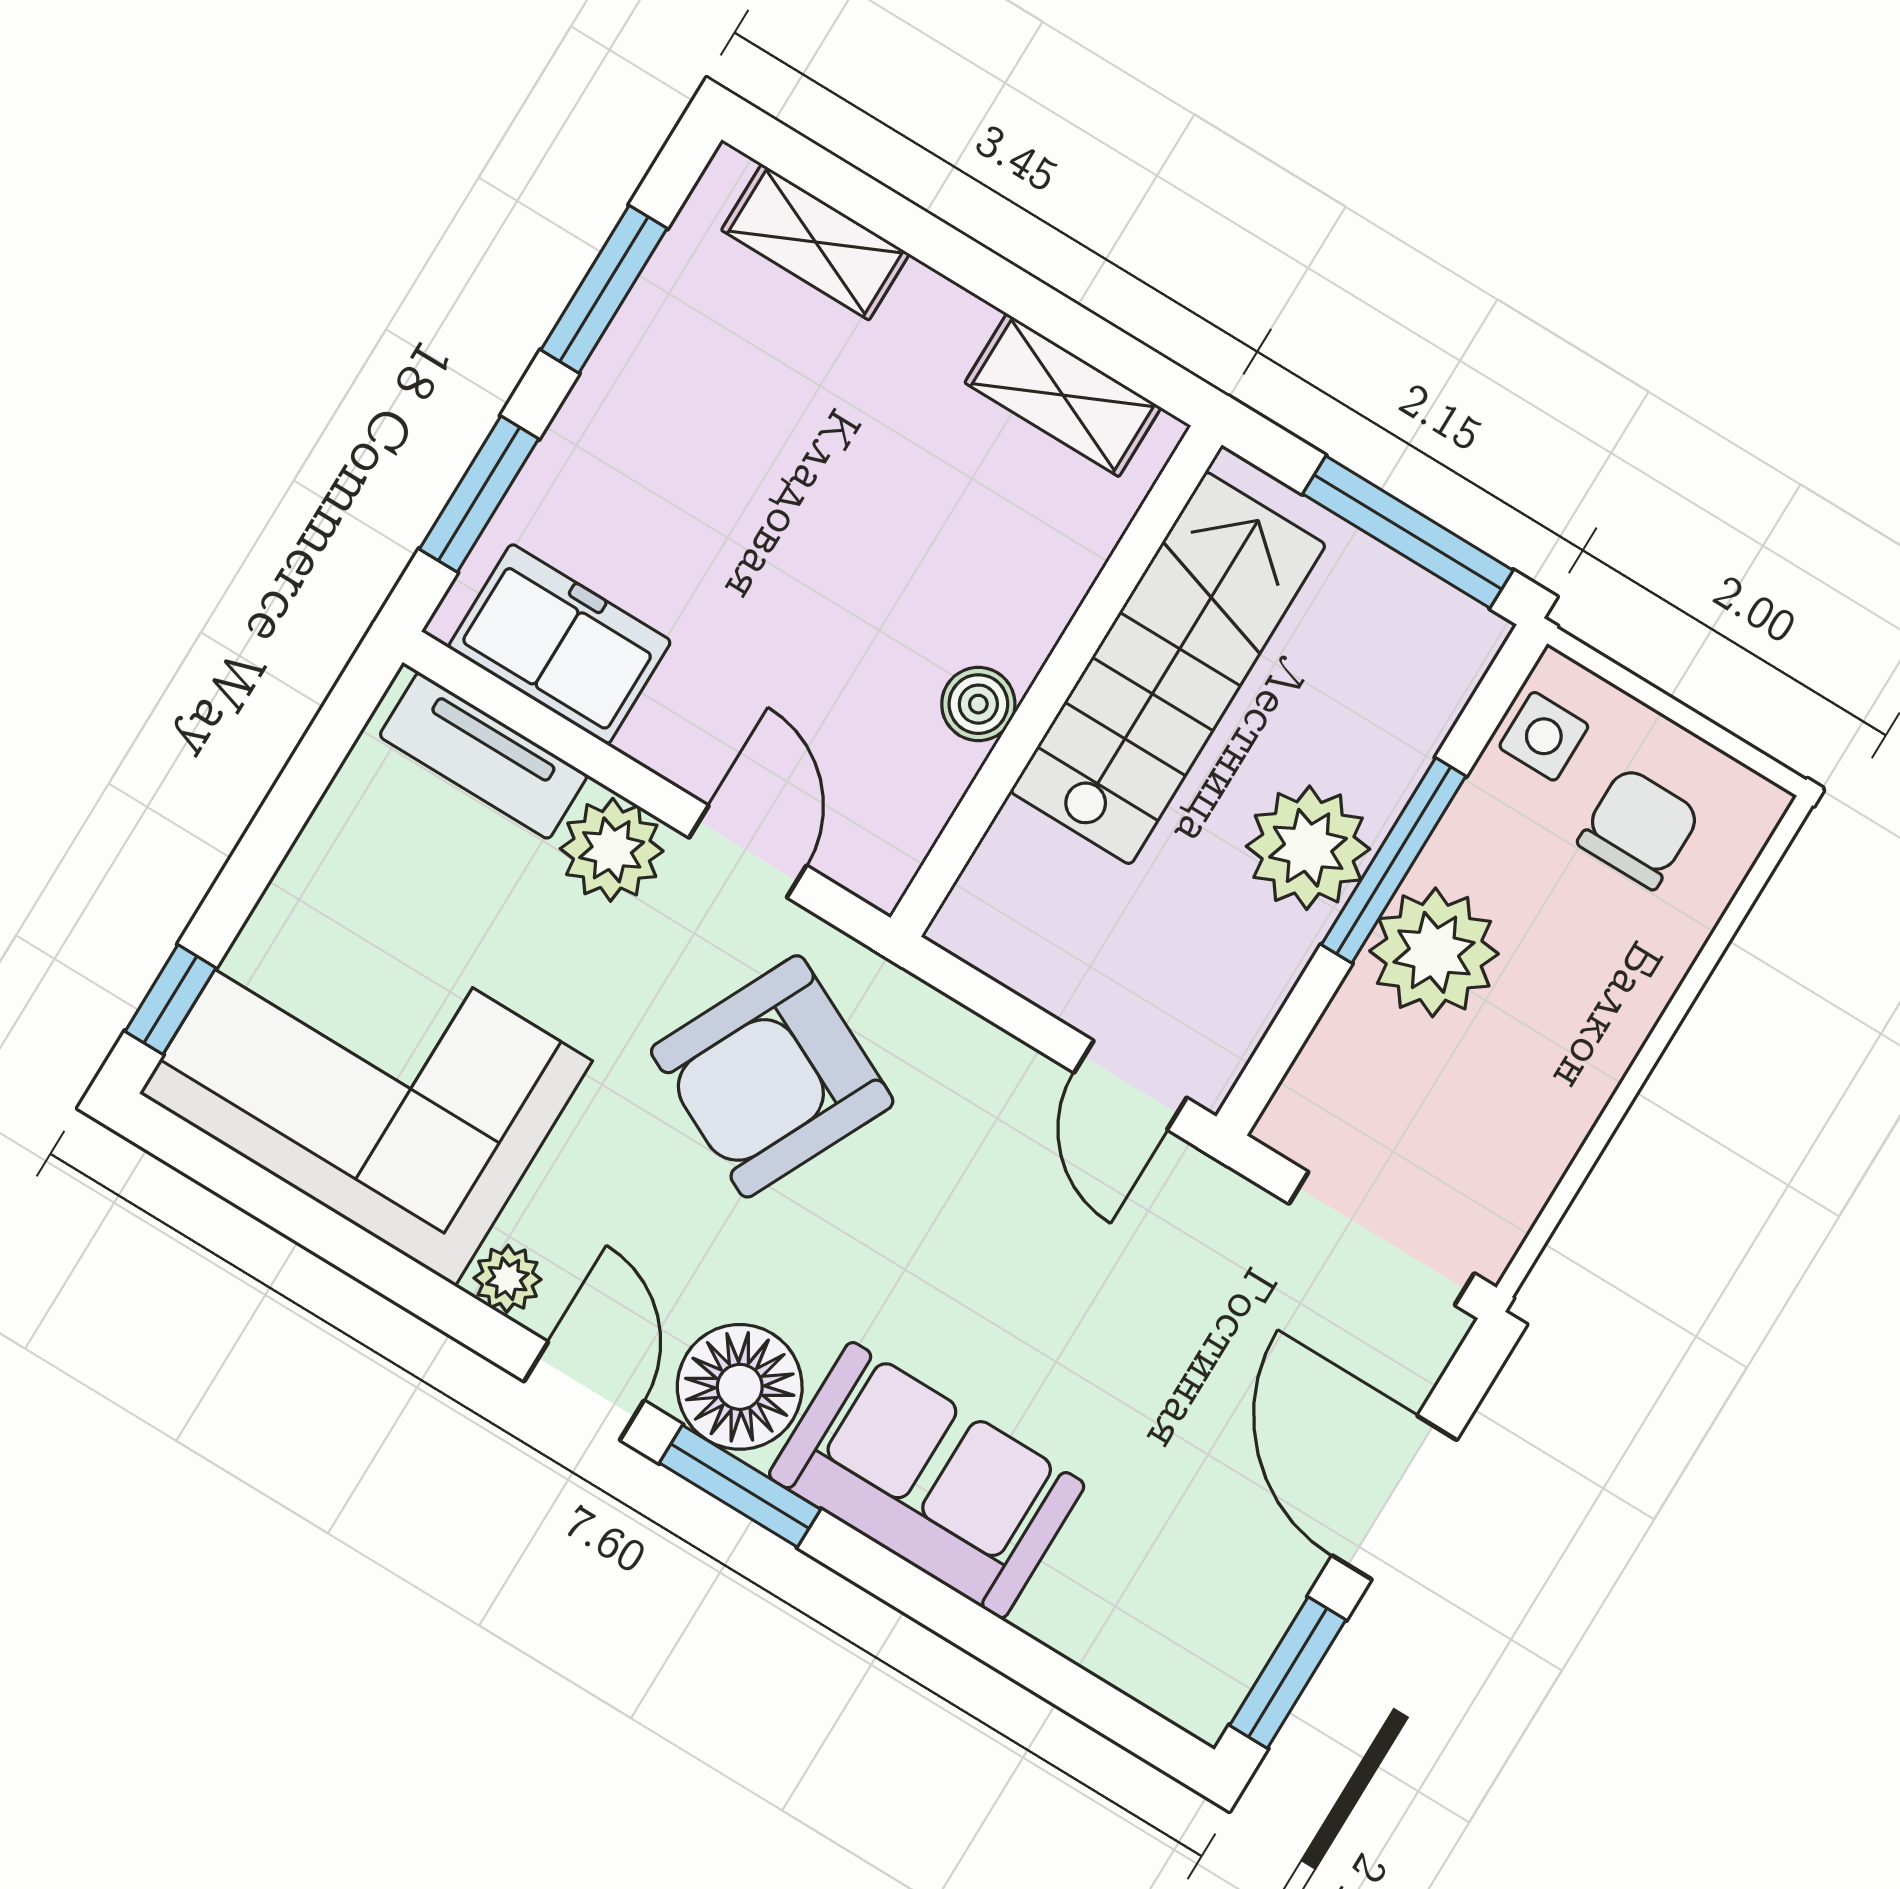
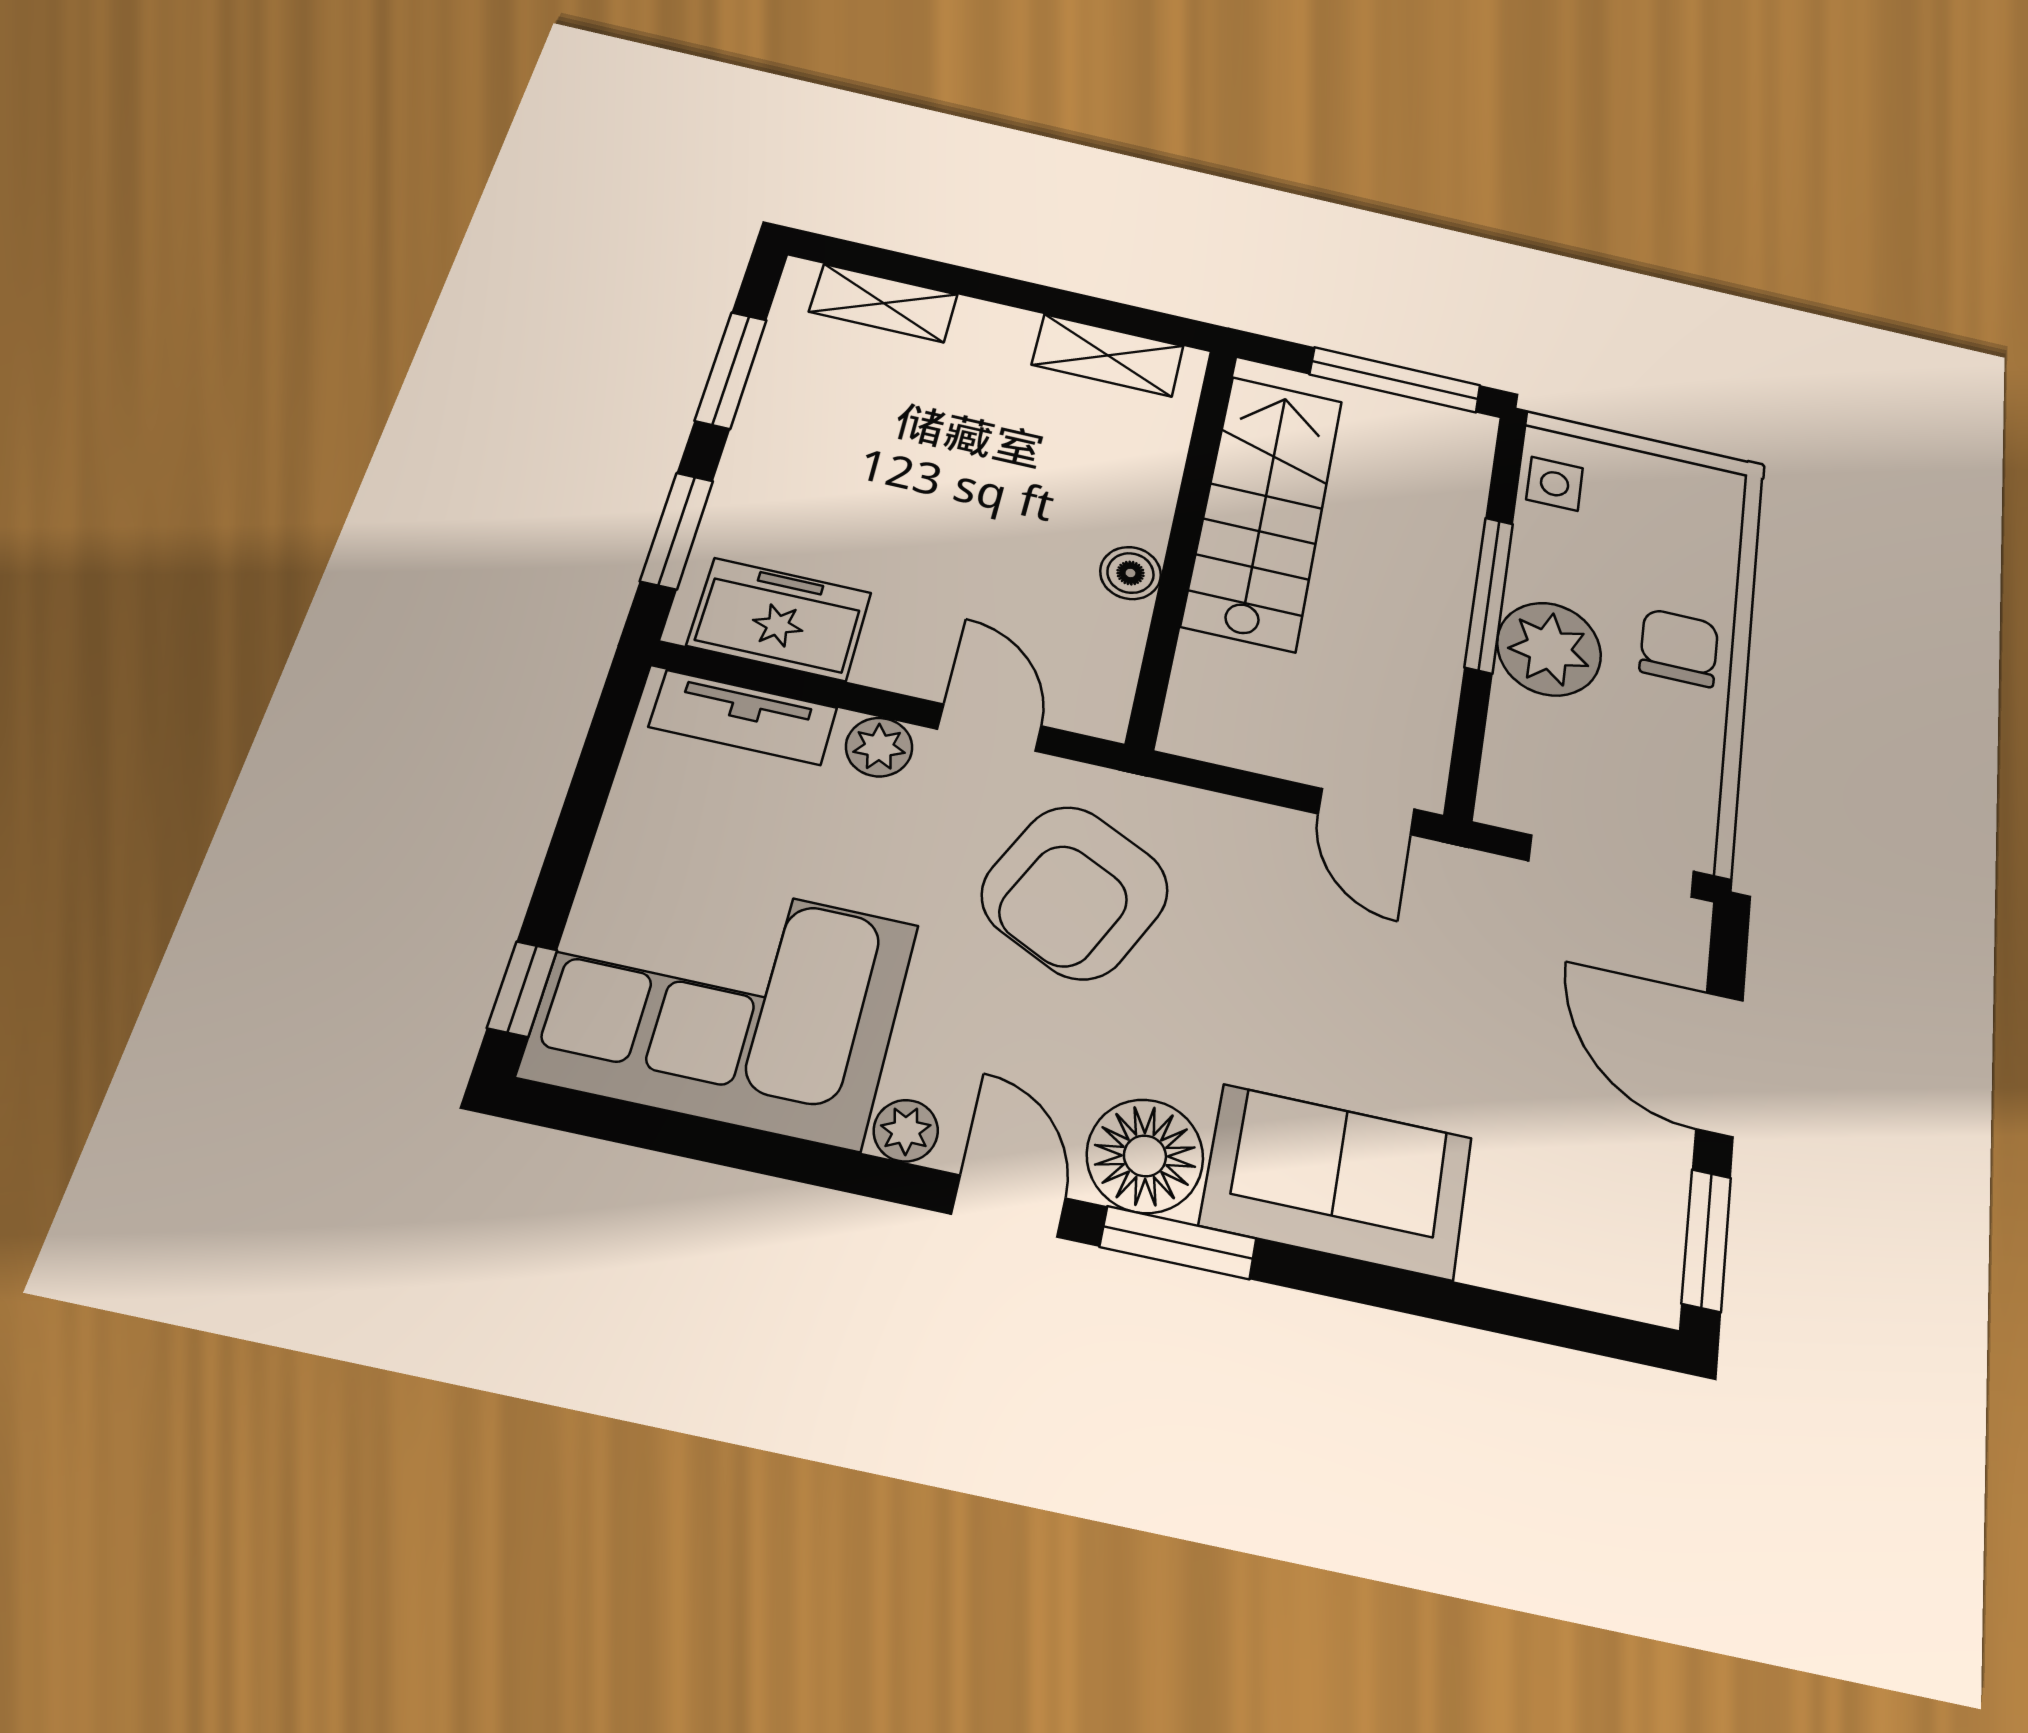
chair: (1639, 828) -> (1679, 648), moved
plant: (1308, 848) -> (1422, 603), removed
plant: (612, 850) -> (879, 747), width x0.73, depth x0.73

